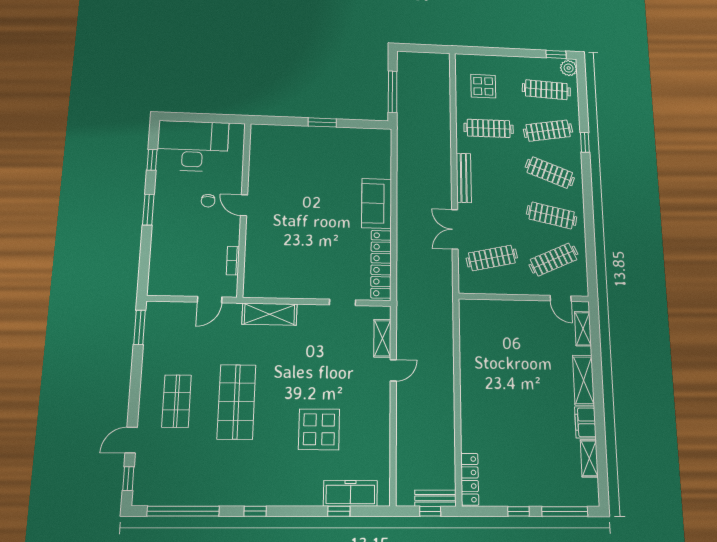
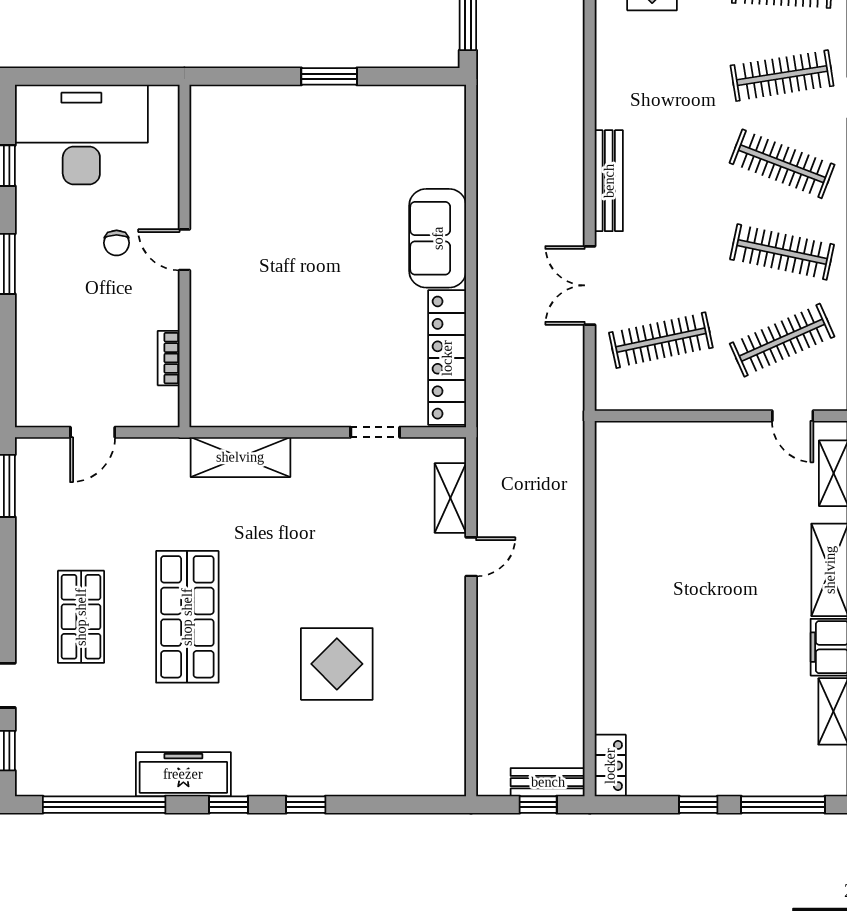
clothes rail: (489, 128) -> (661, 76), removed
door: (210, 300) -> (93, 432), moved
locker: (470, 479) -> (610, 766), width x0.66
freezer: (350, 493) -> (183, 774), moved
window: (339, 511) -> (306, 805), moved

